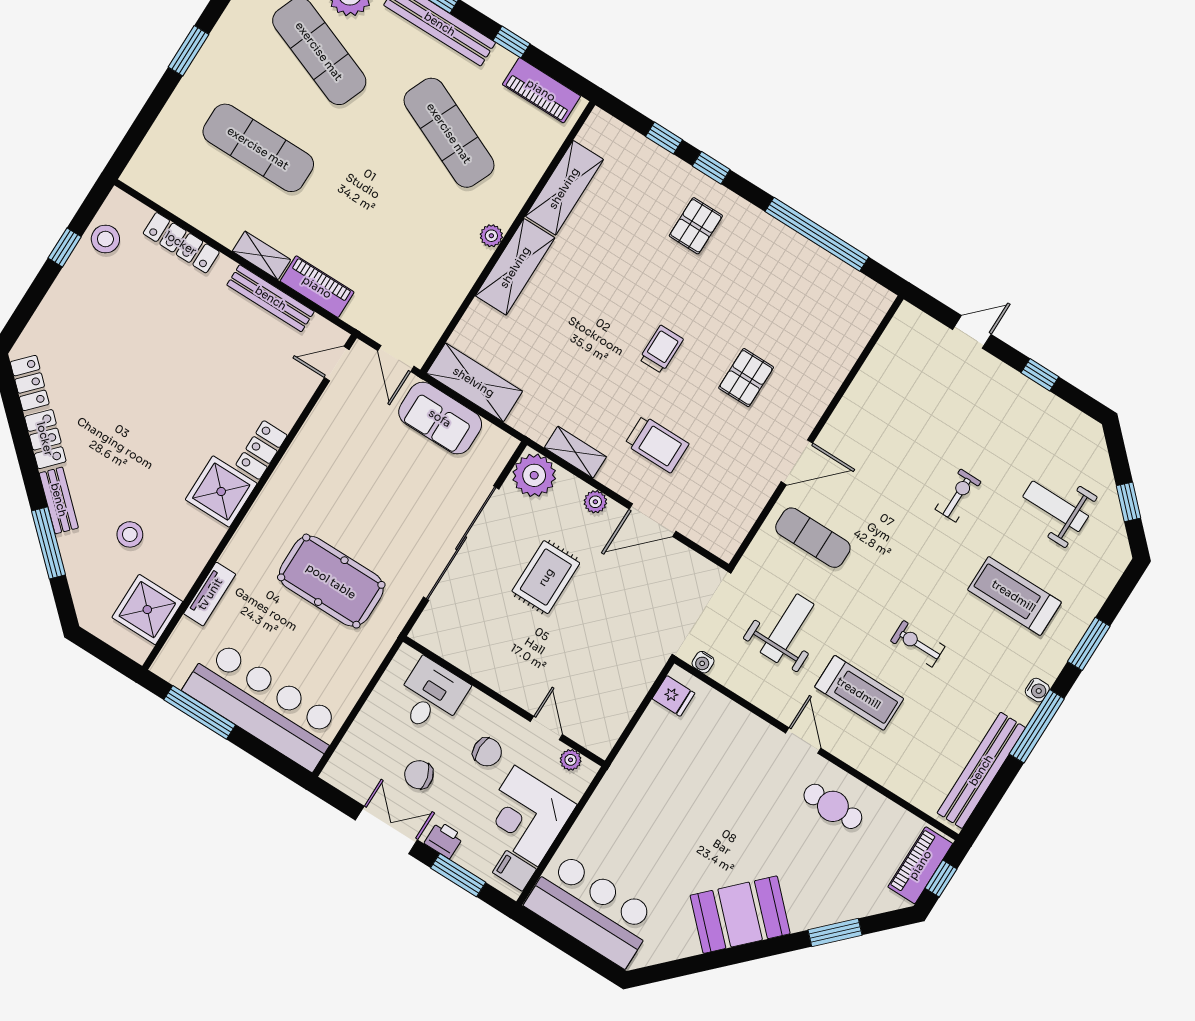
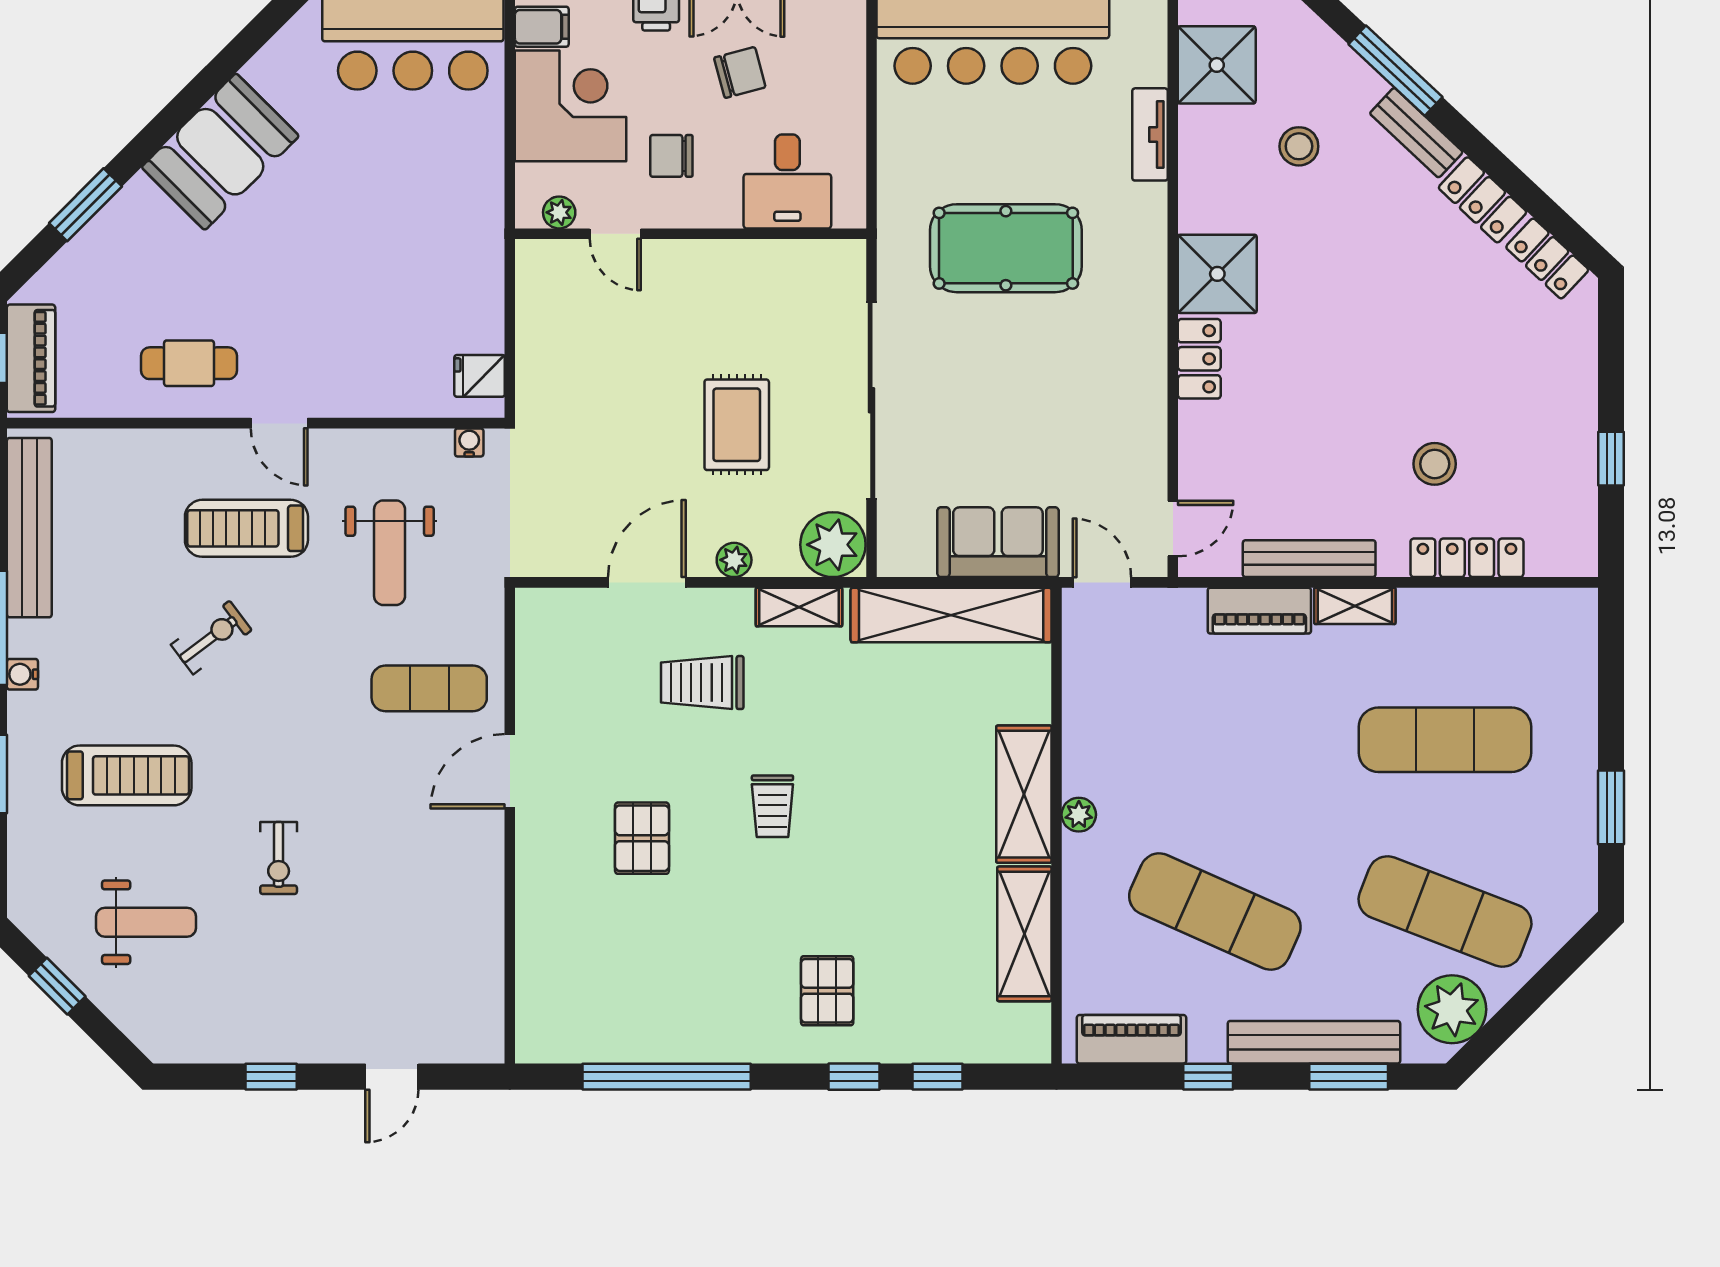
stool: (105, 239) -> (1435, 464), moved
shelving: (474, 382) -> (951, 615), width x1.47
exercise bike: (918, 644) -> (211, 637), turned -37

